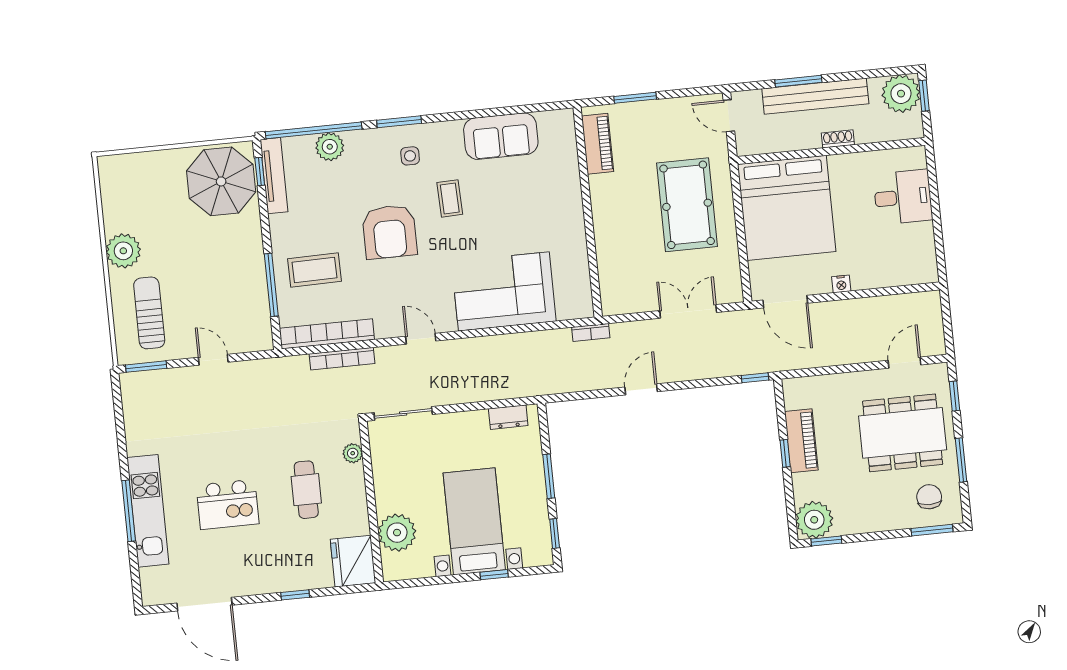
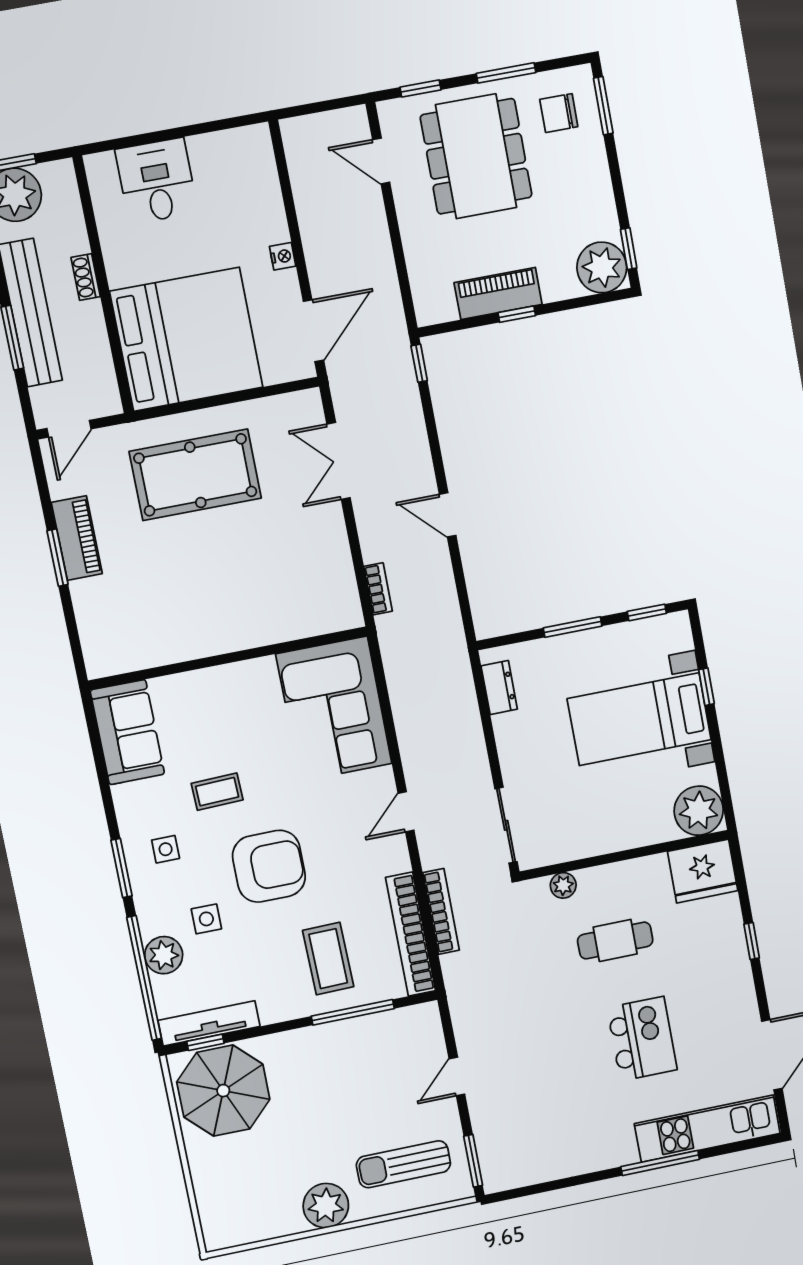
piano: (598, 144) -> (77, 538), moved, turned 90
side table: (354, 181) -> (206, 919), added
wall: (588, 212) -> (228, 658), moved
kitchen unit: (148, 511) -> (707, 1128), moved
plant: (397, 533) -> (699, 811), moved

